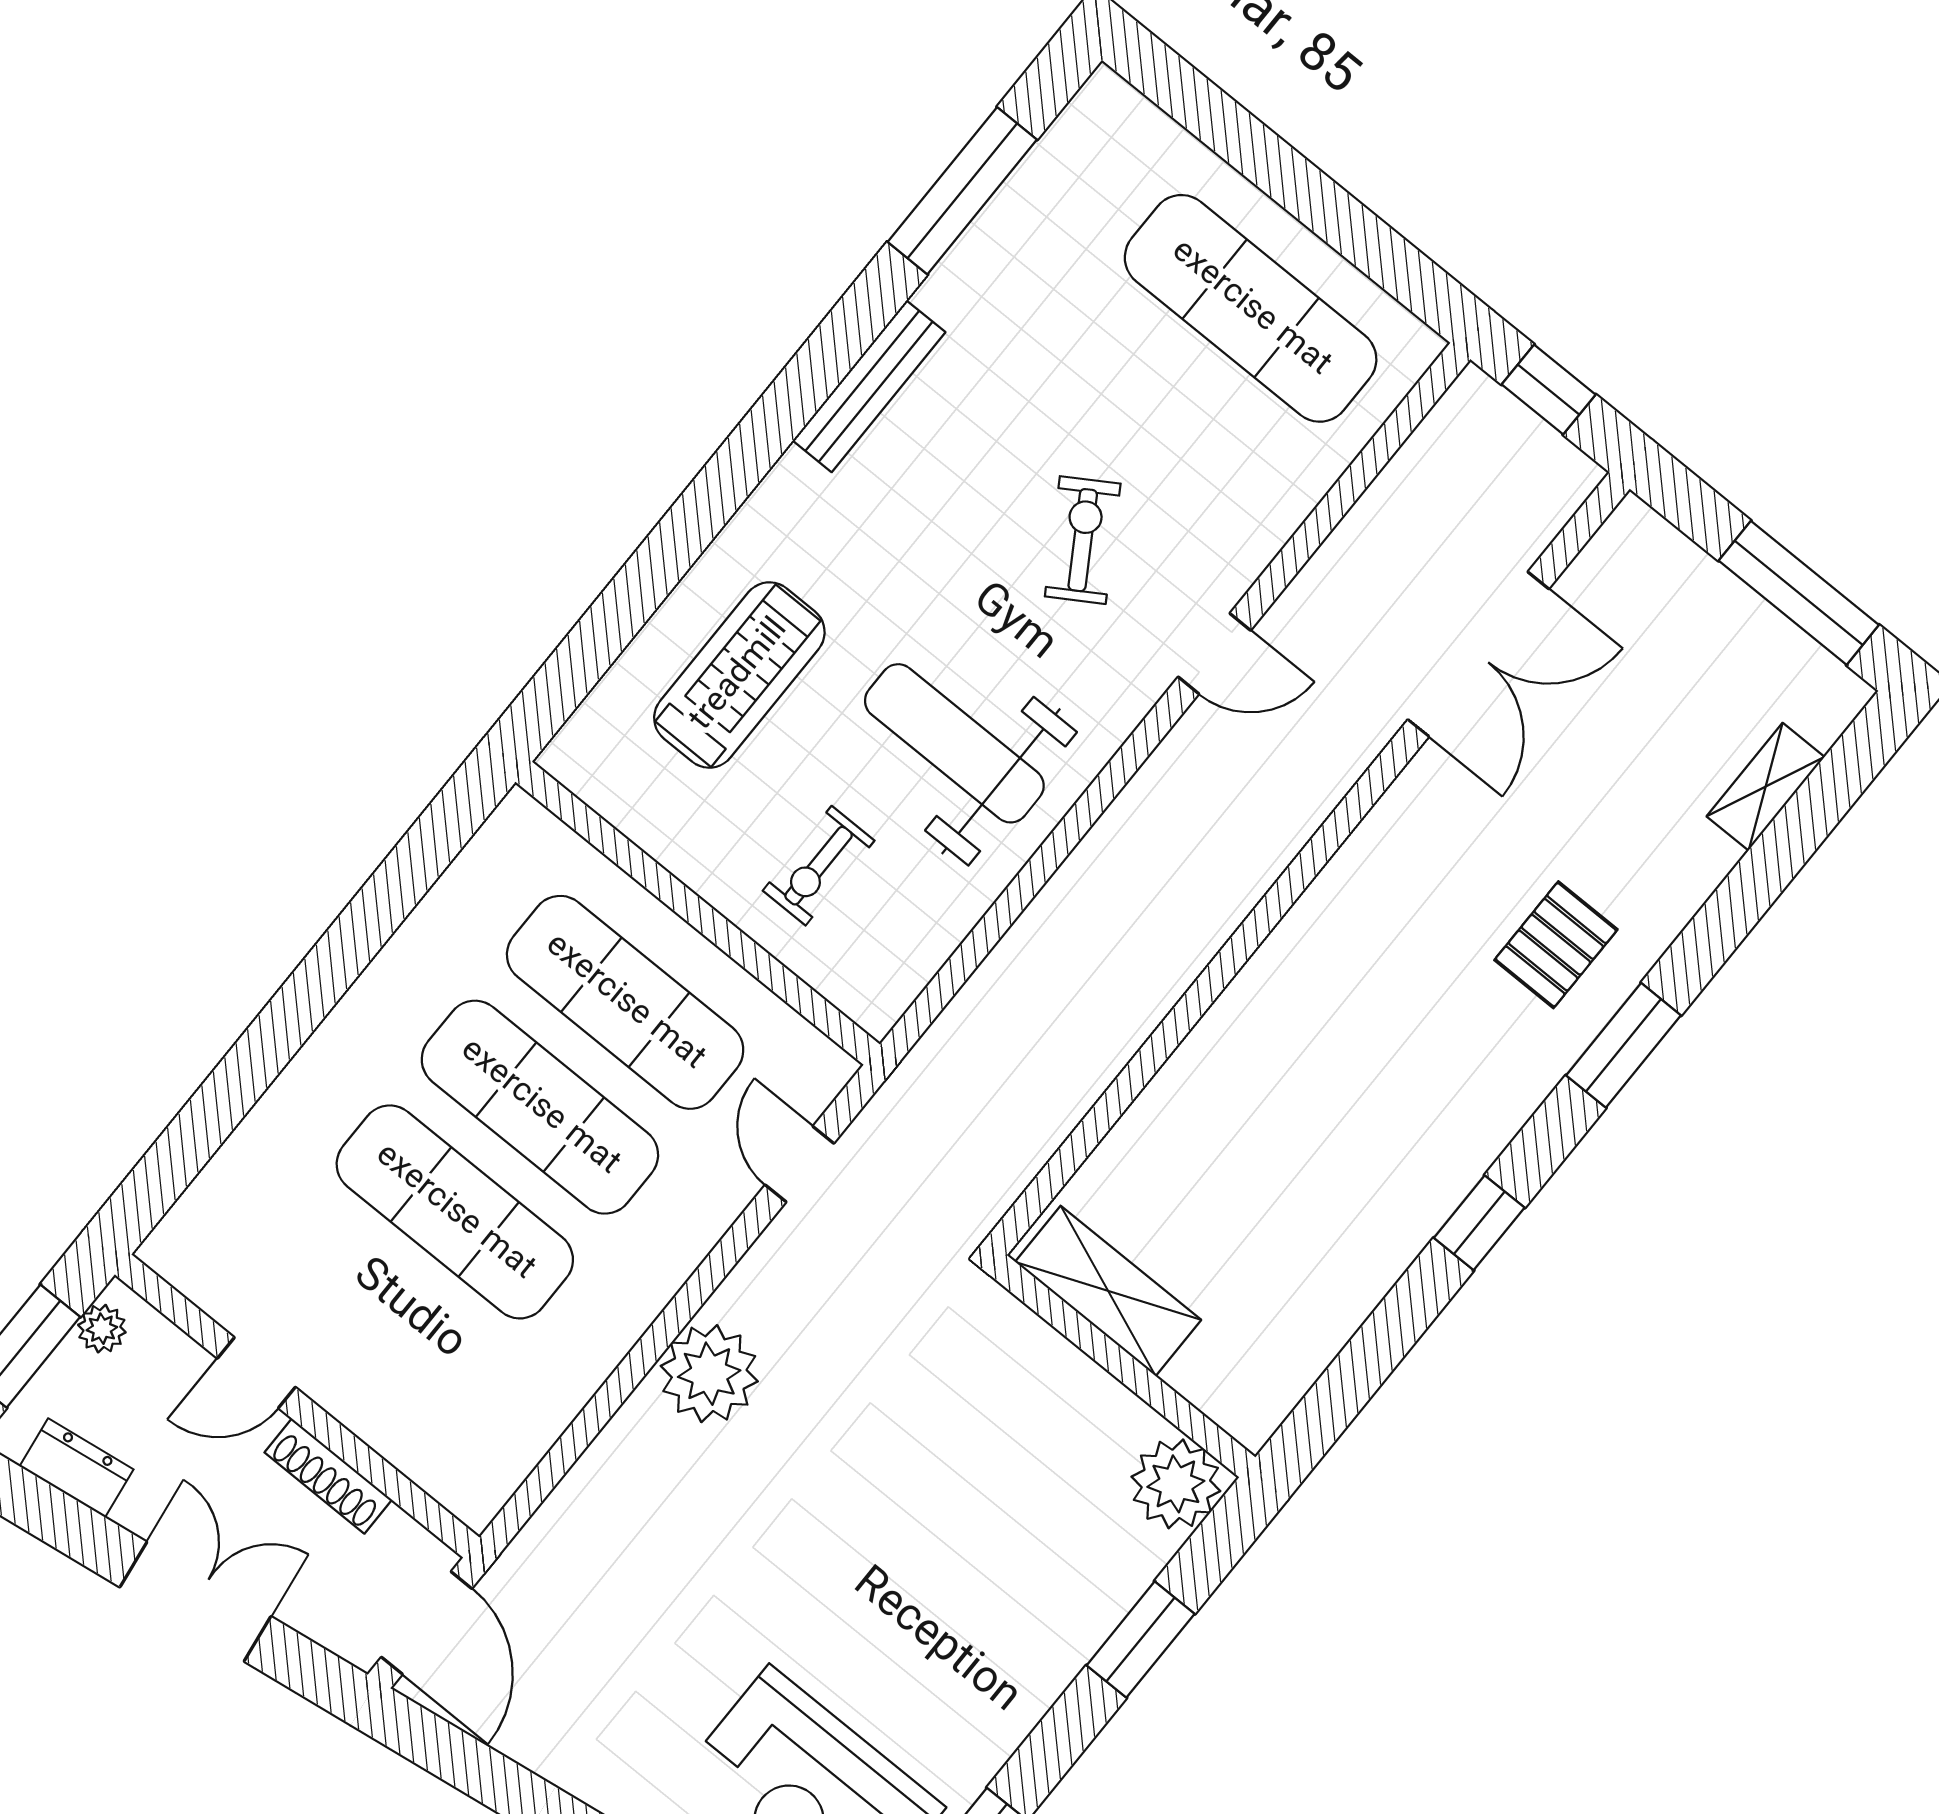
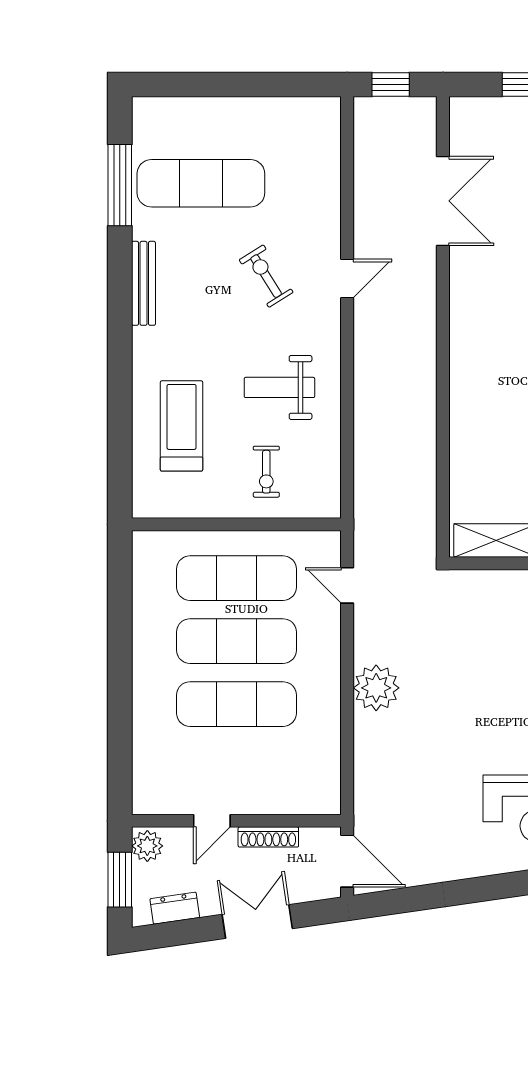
exercise mat: (1251, 308) -> (201, 183), moved
weight bench: (954, 743) -> (279, 387), width x0.73, depth x0.75
plant: (102, 1329) -> (147, 846), width x1.38, depth x1.38

